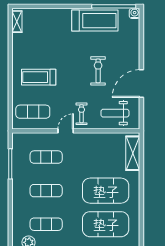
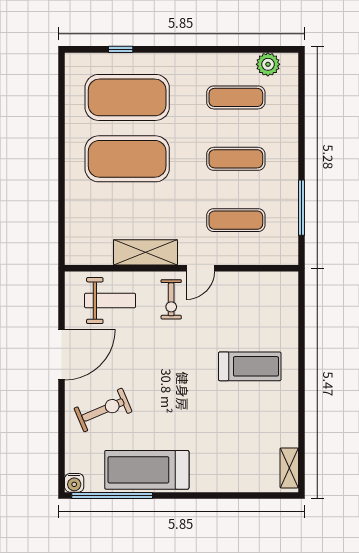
exercise bike: (98, 71) -> (103, 410), moved, turned -113
exercise mat: (33, 112) -> (260, 303), removed
shelving: (133, 153) -> (145, 252), moved, turned 90

